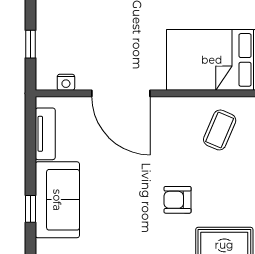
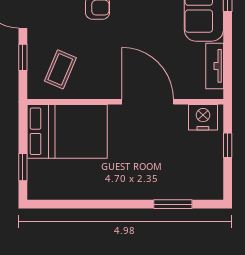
nightstand: (66, 82) -> (203, 117), width x1.89, depth x1.79

